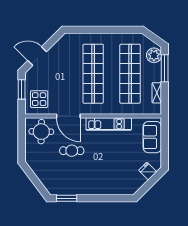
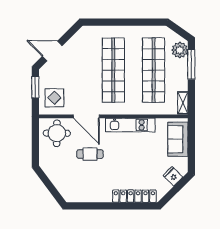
shelving: (157, 93) -> (183, 103), moved
locker: (112, 189) -> (134, 196), added
window: (67, 198) -> (84, 206), removed

